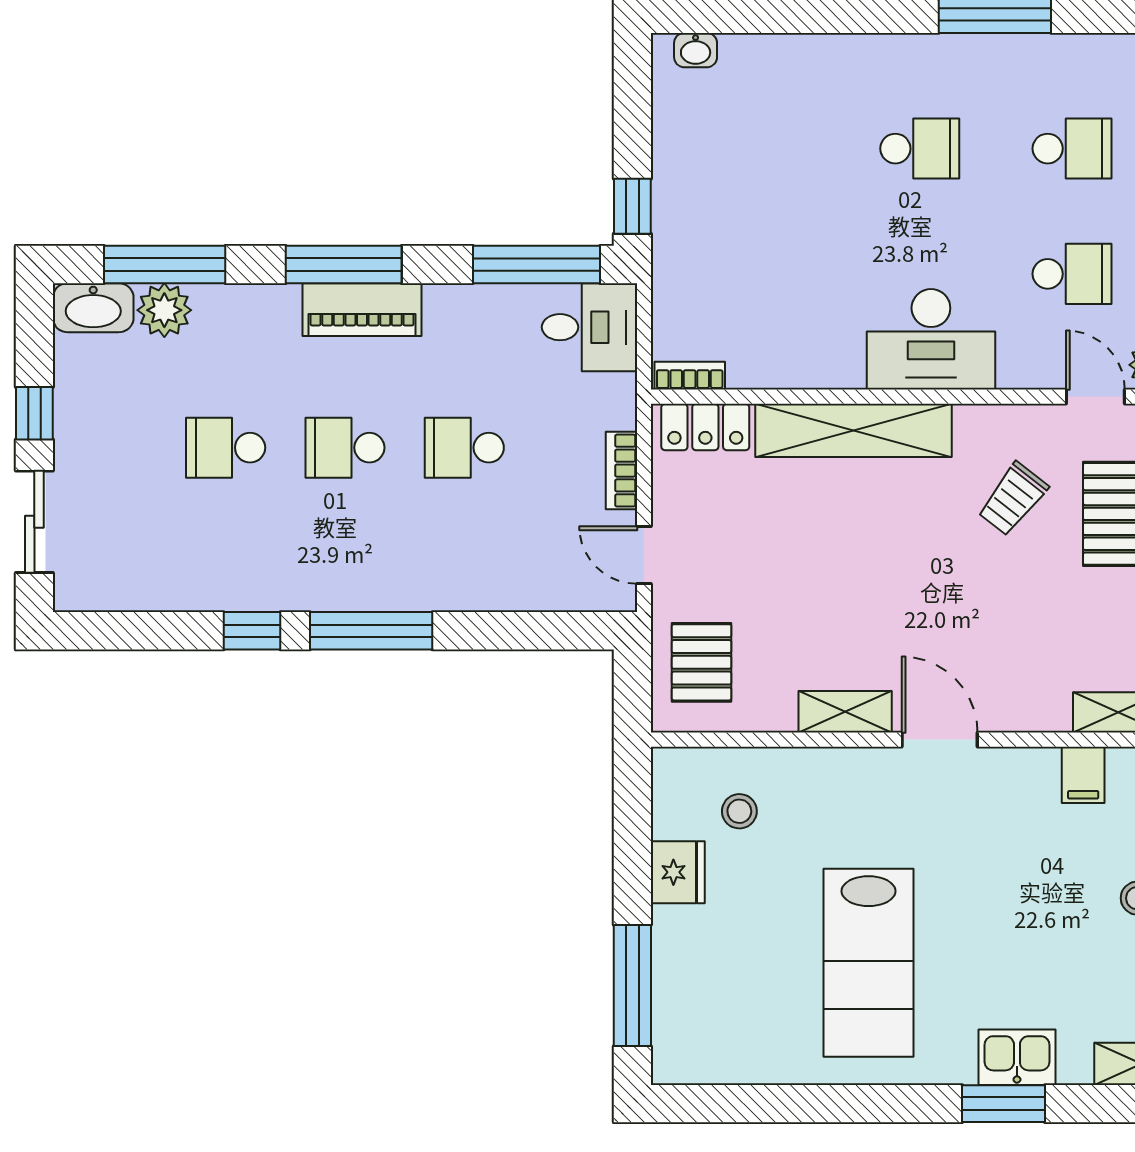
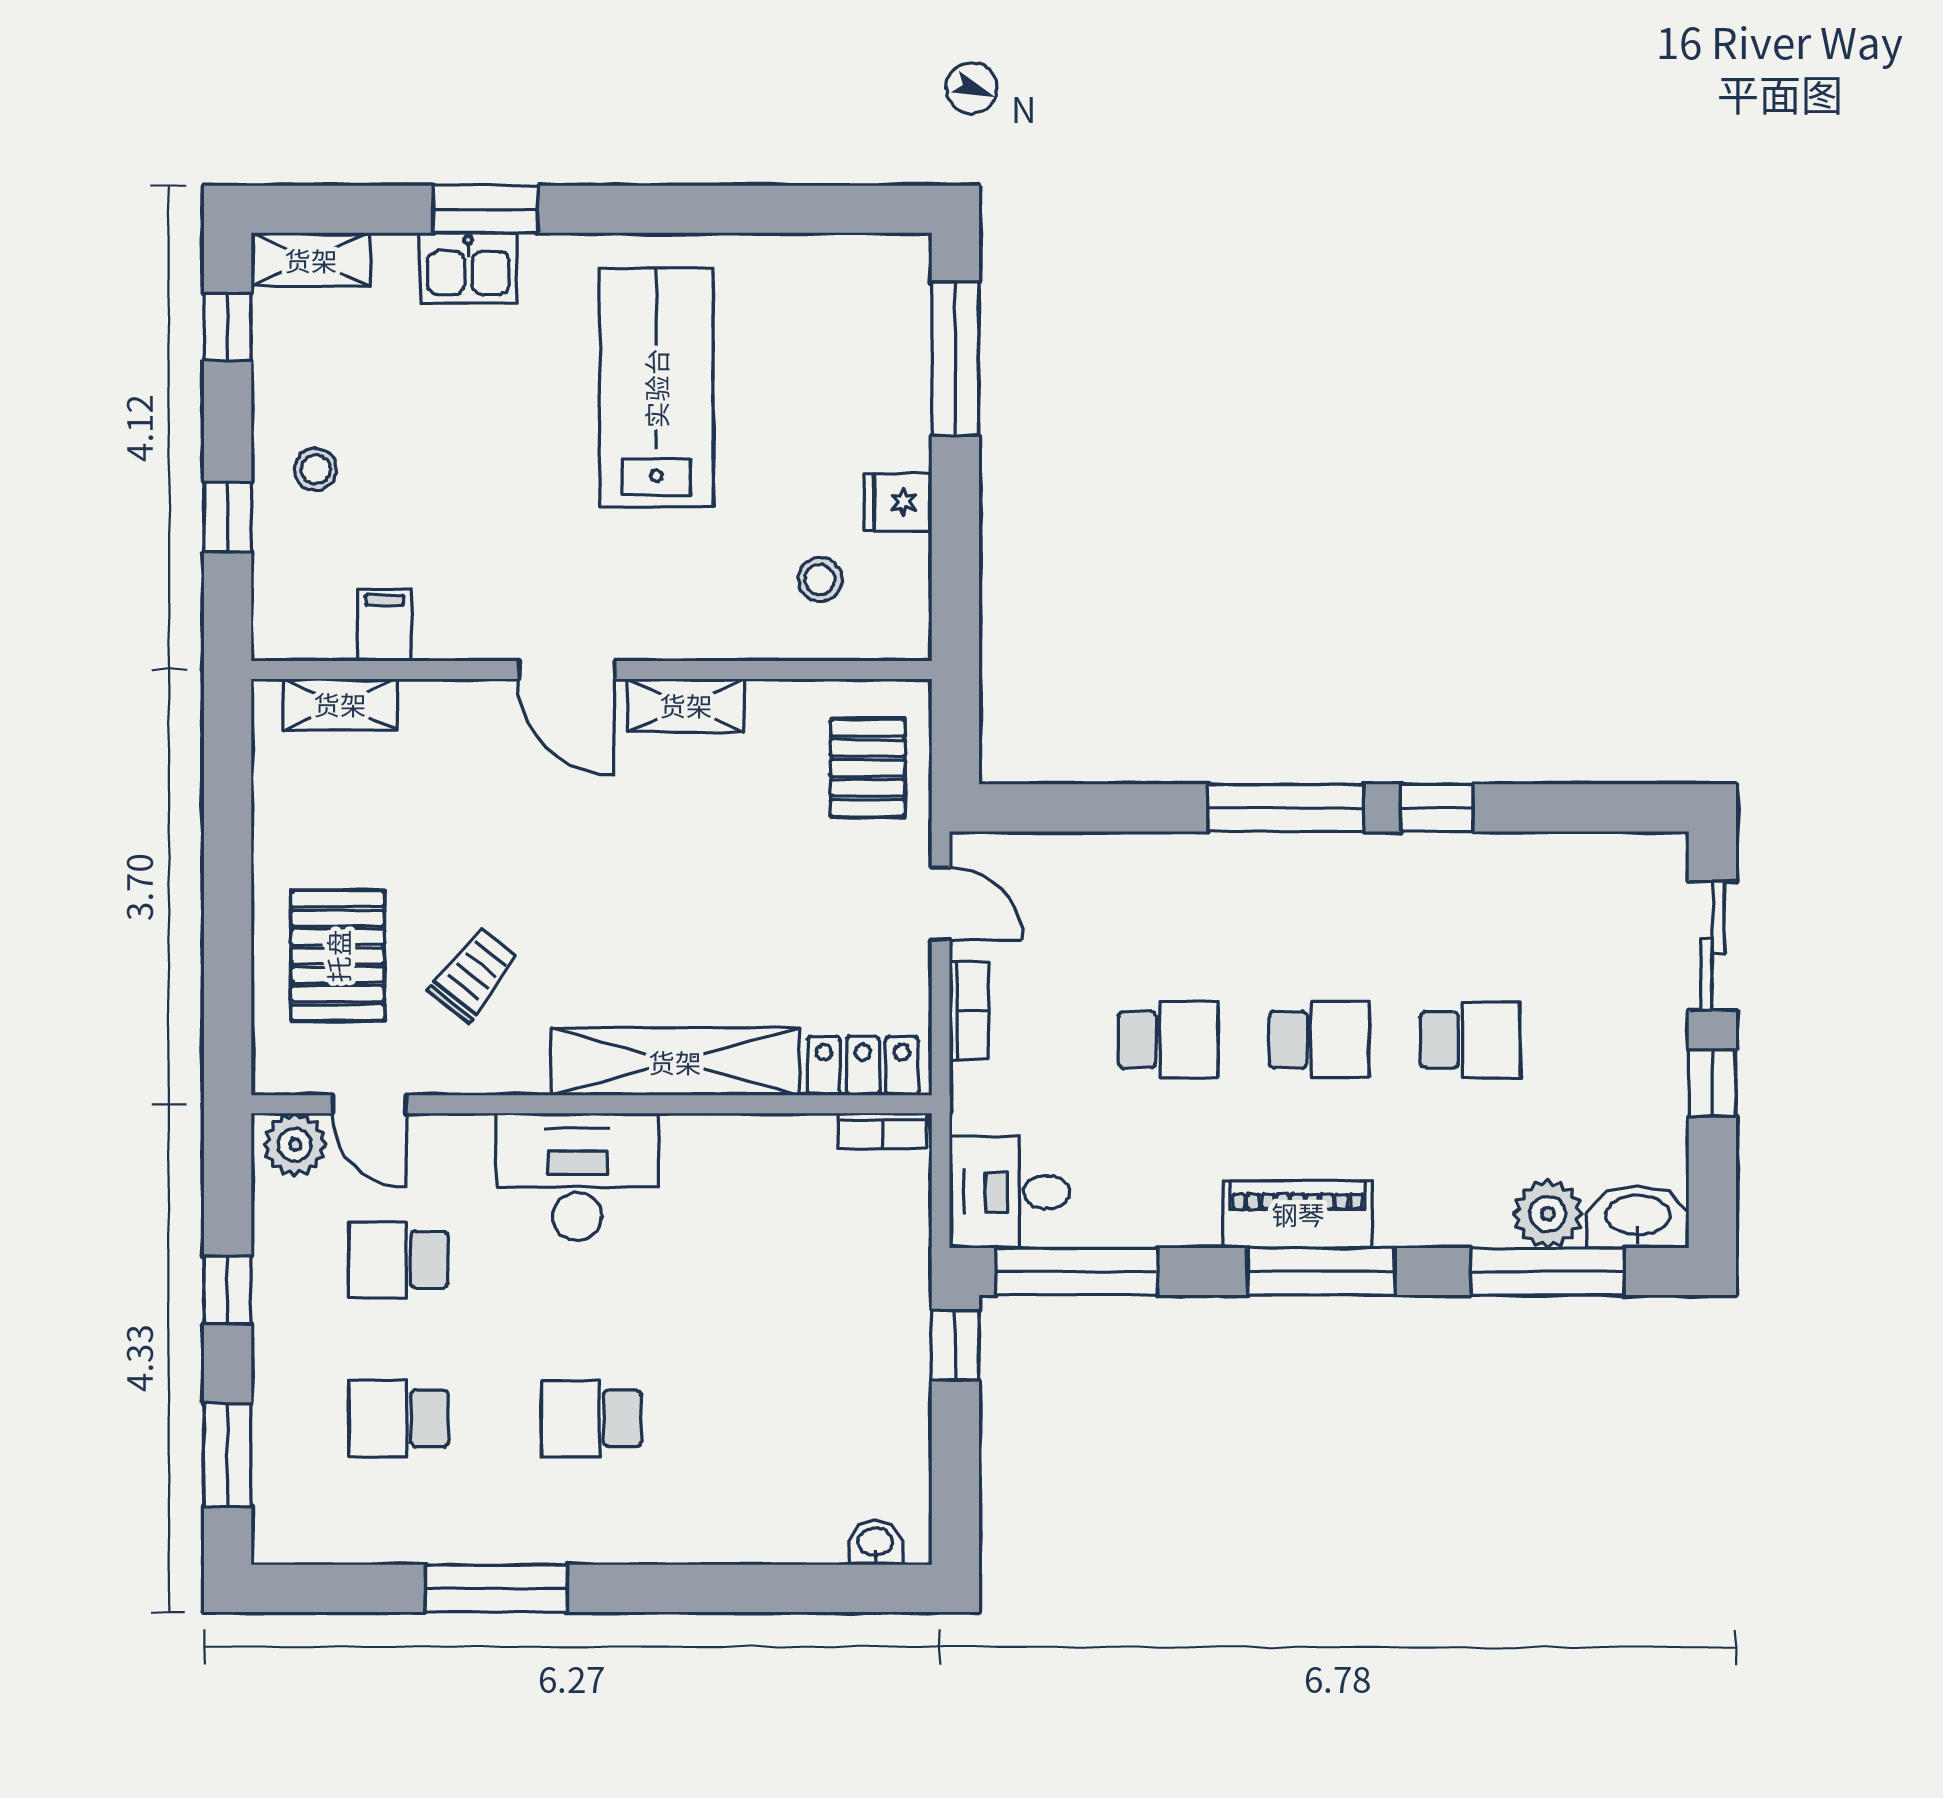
fridge: (678, 872) -> (898, 502), width x0.72

